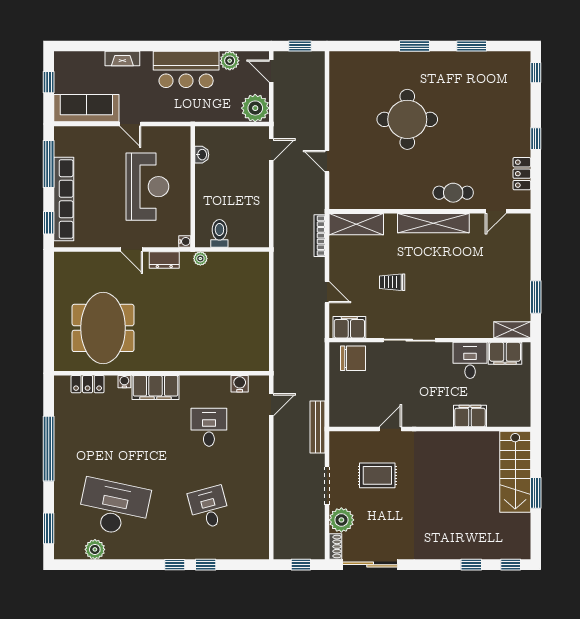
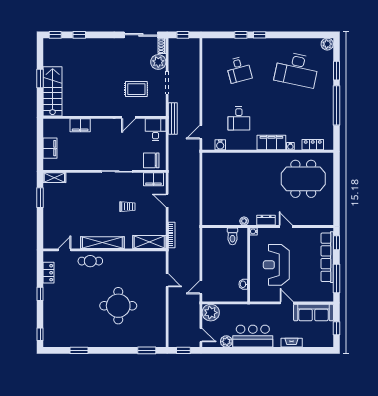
window: (415, 46) -> (147, 350), moved
meeting table: (103, 328) -> (303, 179), turned 90
filing cabinet: (505, 353) -> (50, 148), moved, turned 90
desk: (470, 360) -> (156, 130), moved, turned 180
window: (49, 528) -> (336, 71), moved
plant: (95, 549) -> (327, 44), moved

